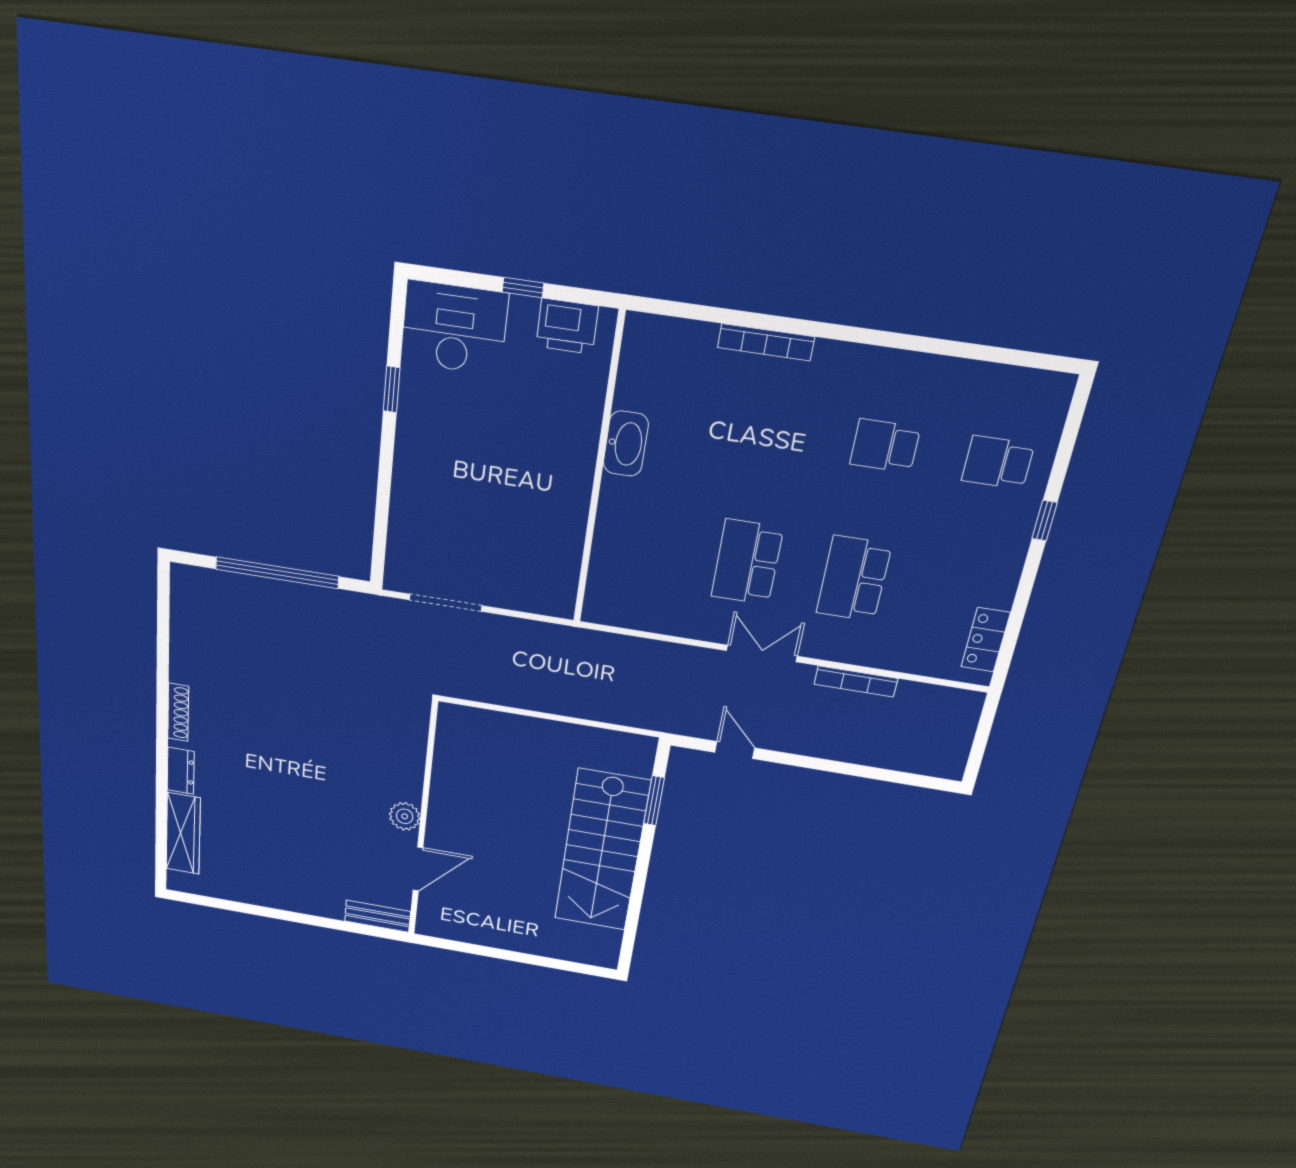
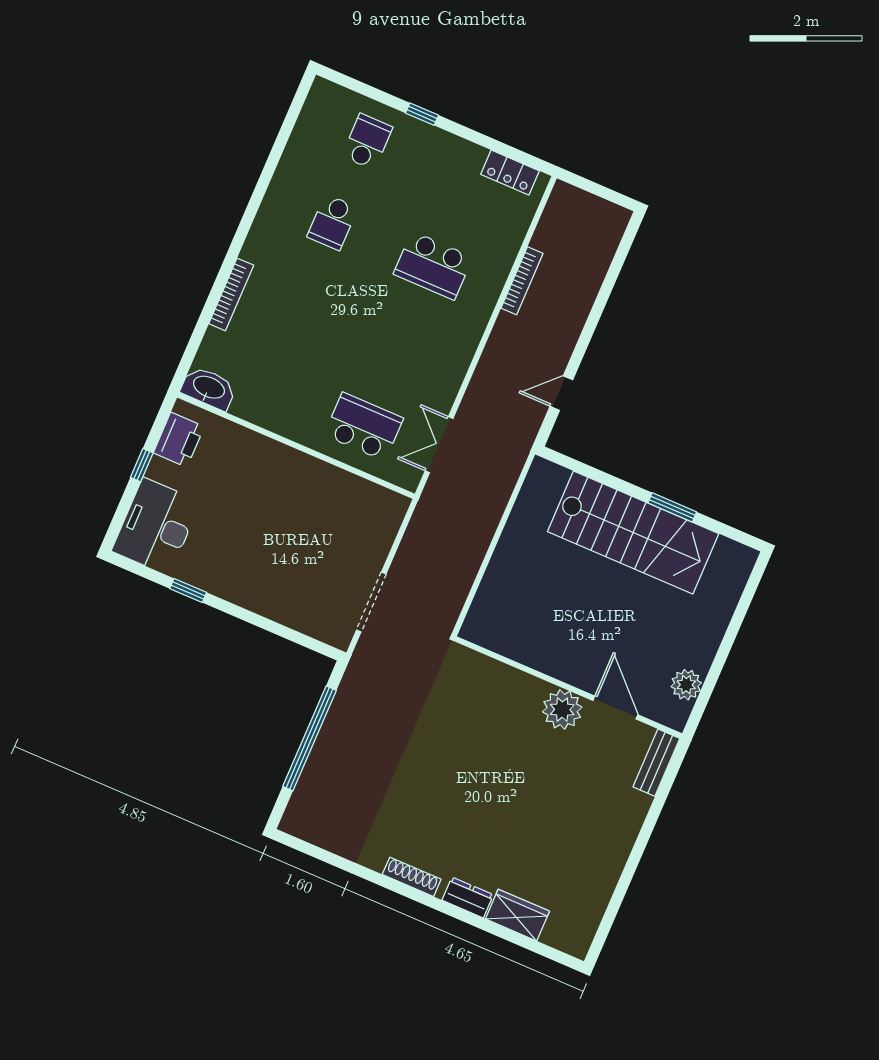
washbasin: (626, 444) -> (209, 388), moved
school desk: (998, 462) -> (367, 142), turned 180
school desk: (747, 562) -> (364, 427), moved, turned 180
double door: (762, 653) -> (439, 445), moved
window: (654, 801) -> (672, 507), moved
plant: (405, 816) -> (562, 710), width x1.36, depth x1.36
wardrobe: (183, 834) -> (517, 915), width x0.67
plant: (463, 928) -> (686, 685), added

